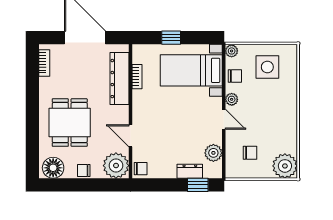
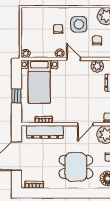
side table: (267, 67) -> (79, 24), moved
chair: (235, 76) -> (58, 29), moved
door: (224, 119) -> (74, 59), hinge flipped

